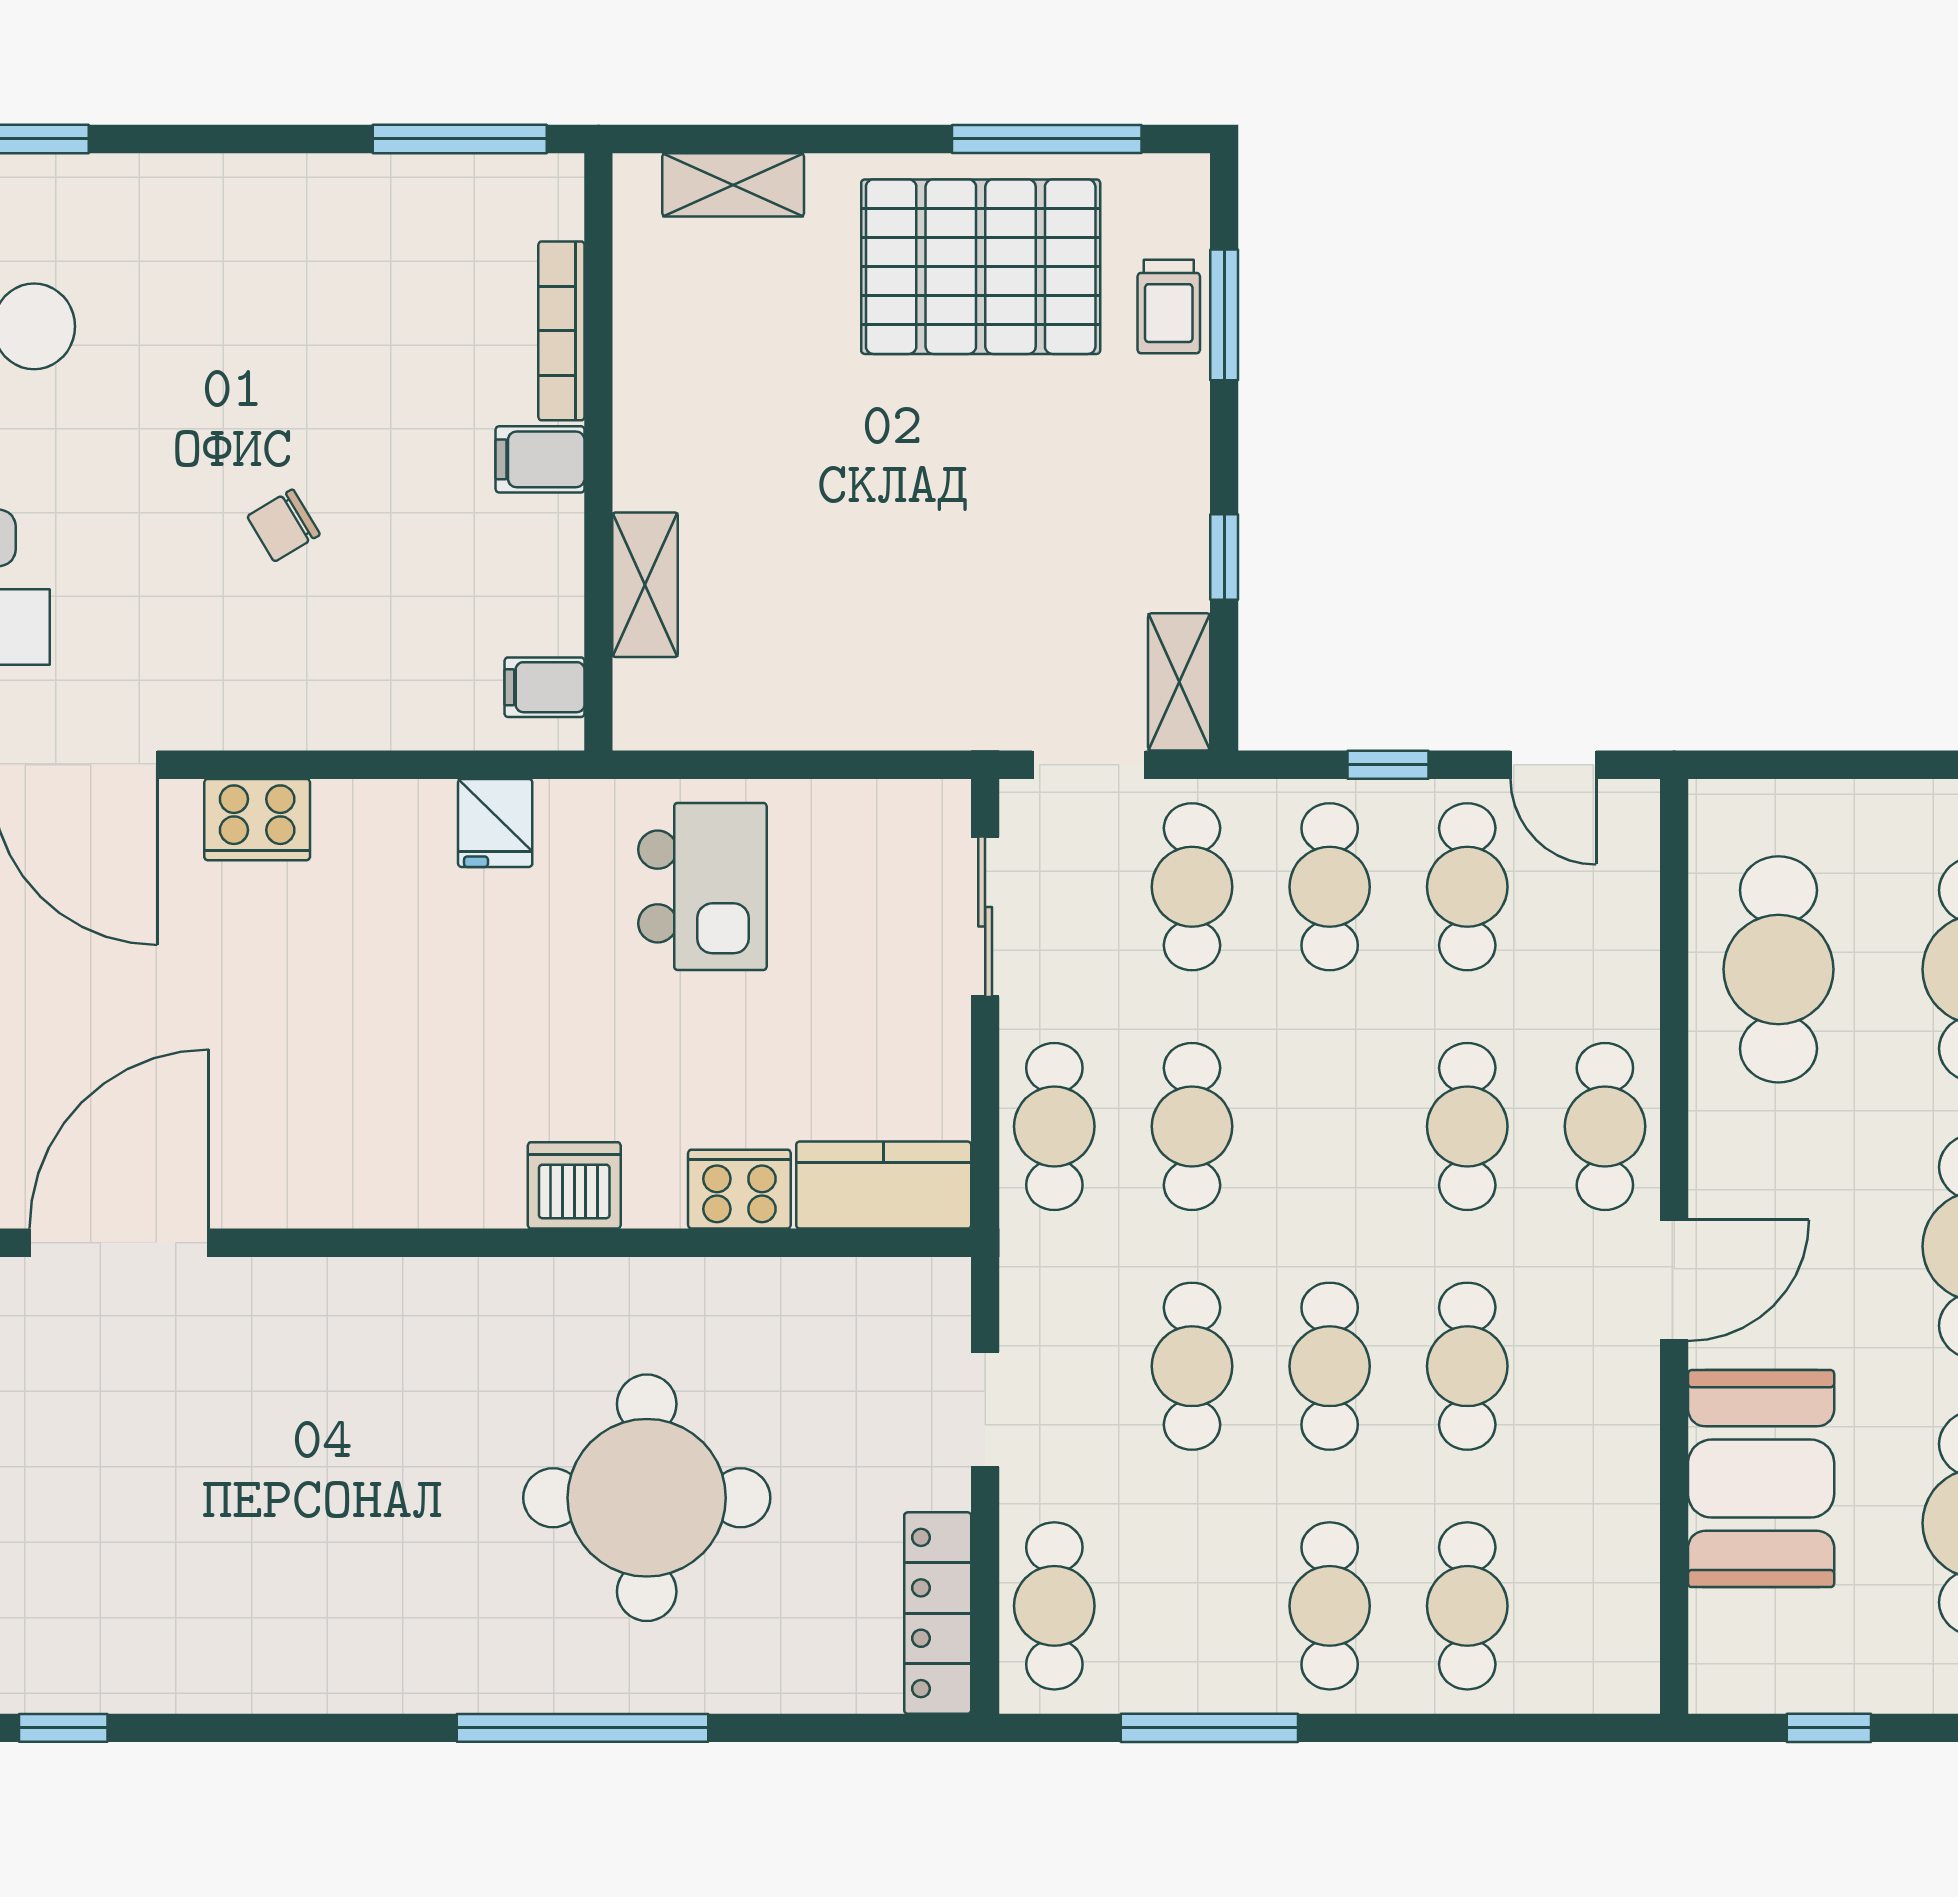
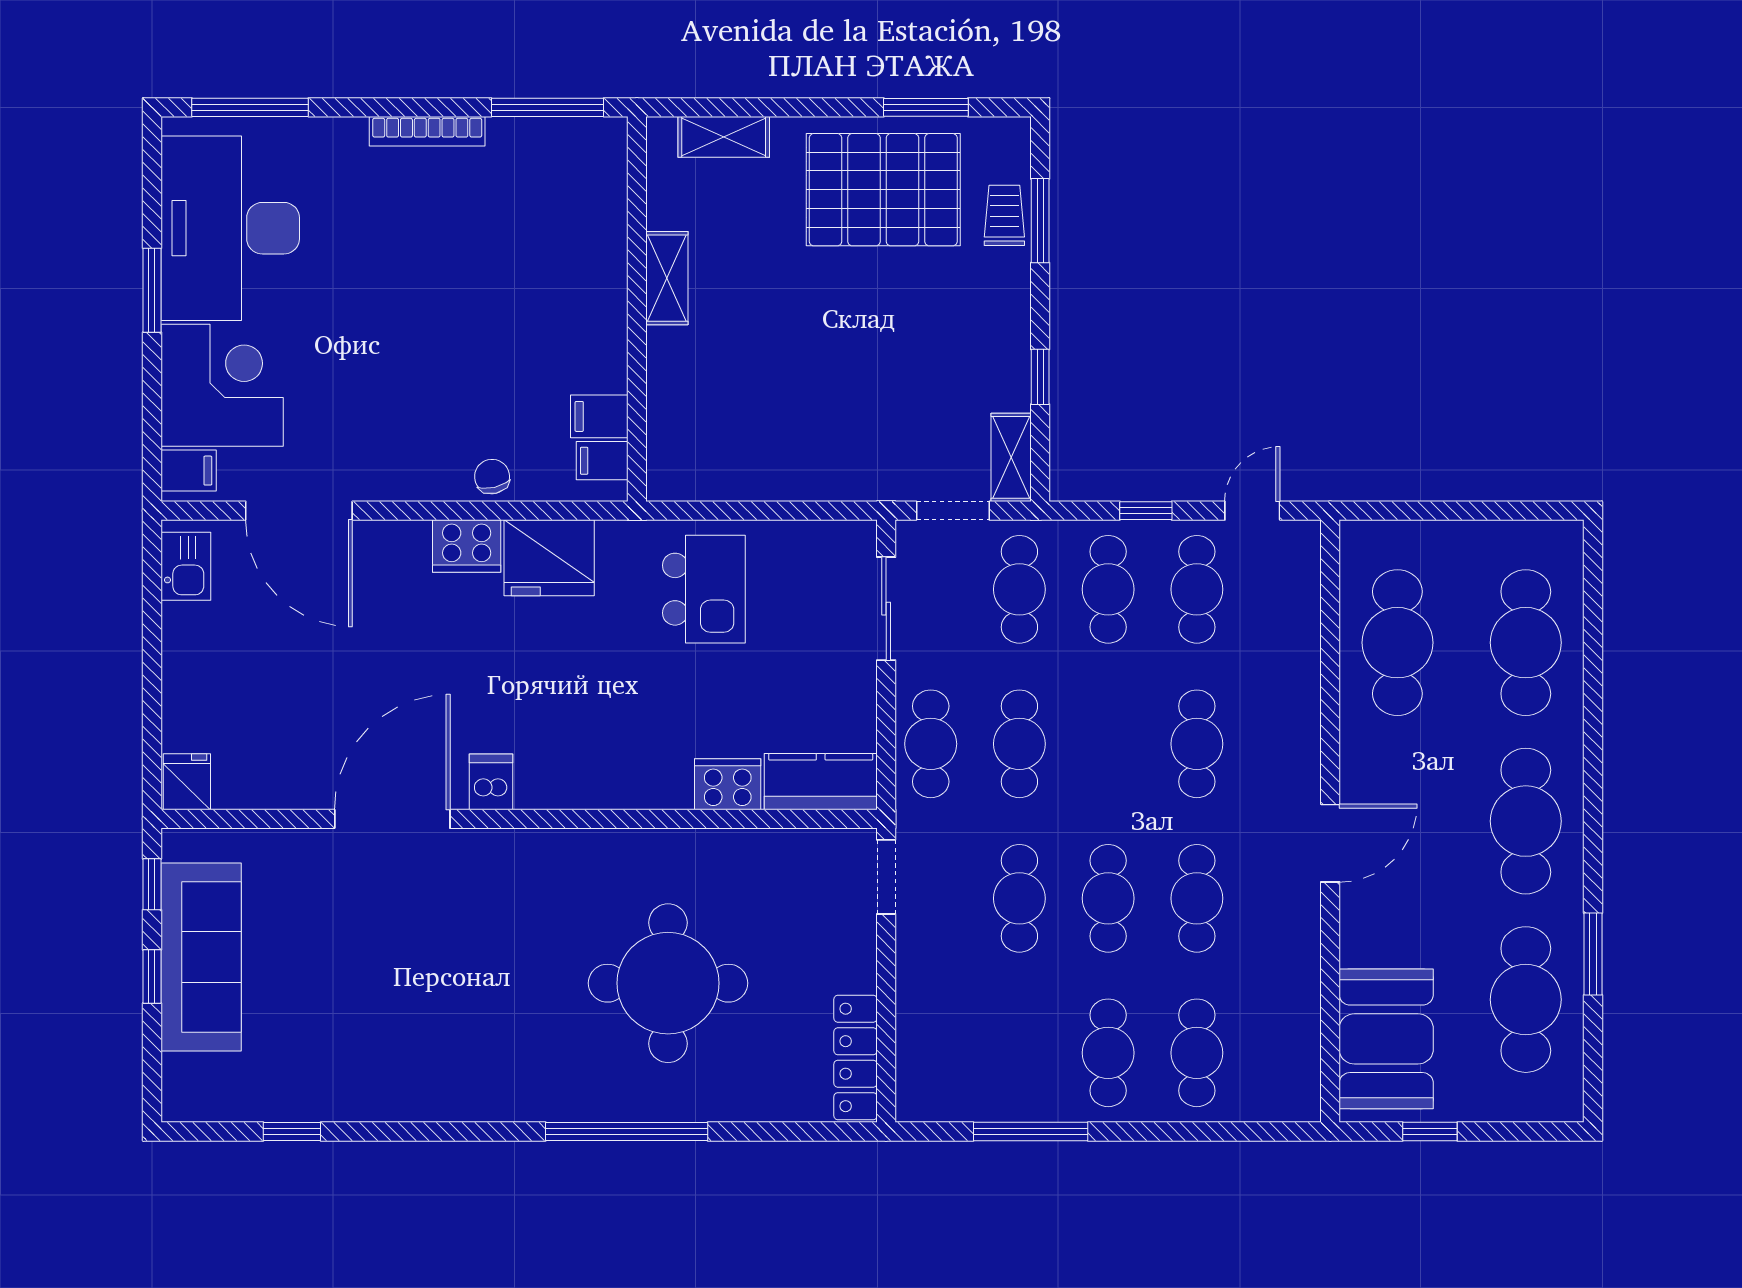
window: (1047, 139) -> (926, 107), width x0.69
trolley: (1169, 307) -> (1004, 215), turned 180
bookcase: (561, 331) -> (427, 131), moved, turned -90
filing cabinet: (540, 459) -> (599, 416), moved
chair: (284, 525) -> (492, 477), moved, turned 108
shelving: (645, 585) -> (667, 278), moved
door: (1553, 765) -> (1252, 511), swing flipped
cooker: (257, 820) -> (467, 546), moved
fridge: (495, 823) -> (549, 558), width x1.88, depth x1.34
cafe table: (1605, 1126) -> (1286, 744), removed
dishwasher: (574, 1185) -> (491, 782), moved, width x0.73
door: (119, 1243) -> (392, 819), moved
doorway: (985, 1410) -> (886, 877), moved
booth: (1761, 1479) -> (1386, 1039), moved
cafe table: (1054, 1606) -> (931, 1053), removed

